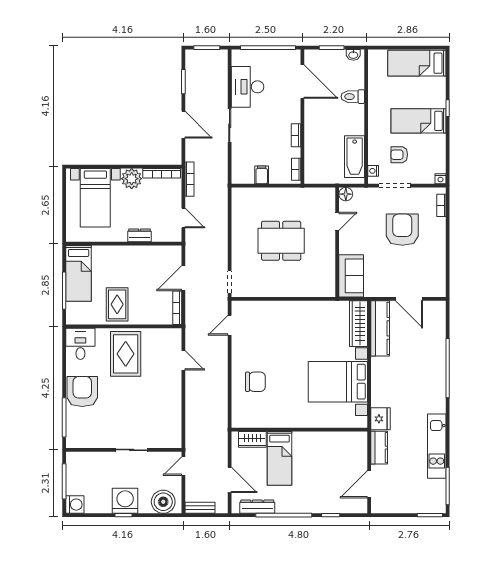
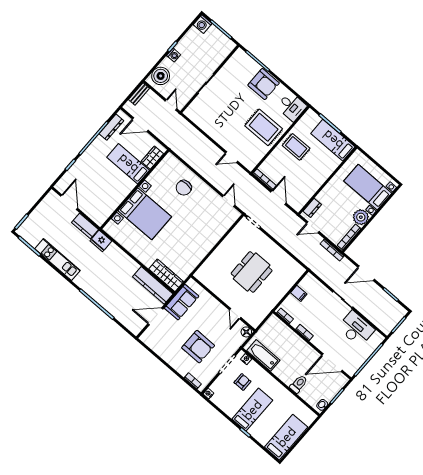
dresser: (140, 235) -> (312, 208), moved
sofa: (351, 276) -> (182, 302), moved, turned -90
bed with nightstands: (338, 382) -> (145, 214), moved, turned 90
washing machine: (125, 501) -> (174, 55), width x0.53, depth x0.53

